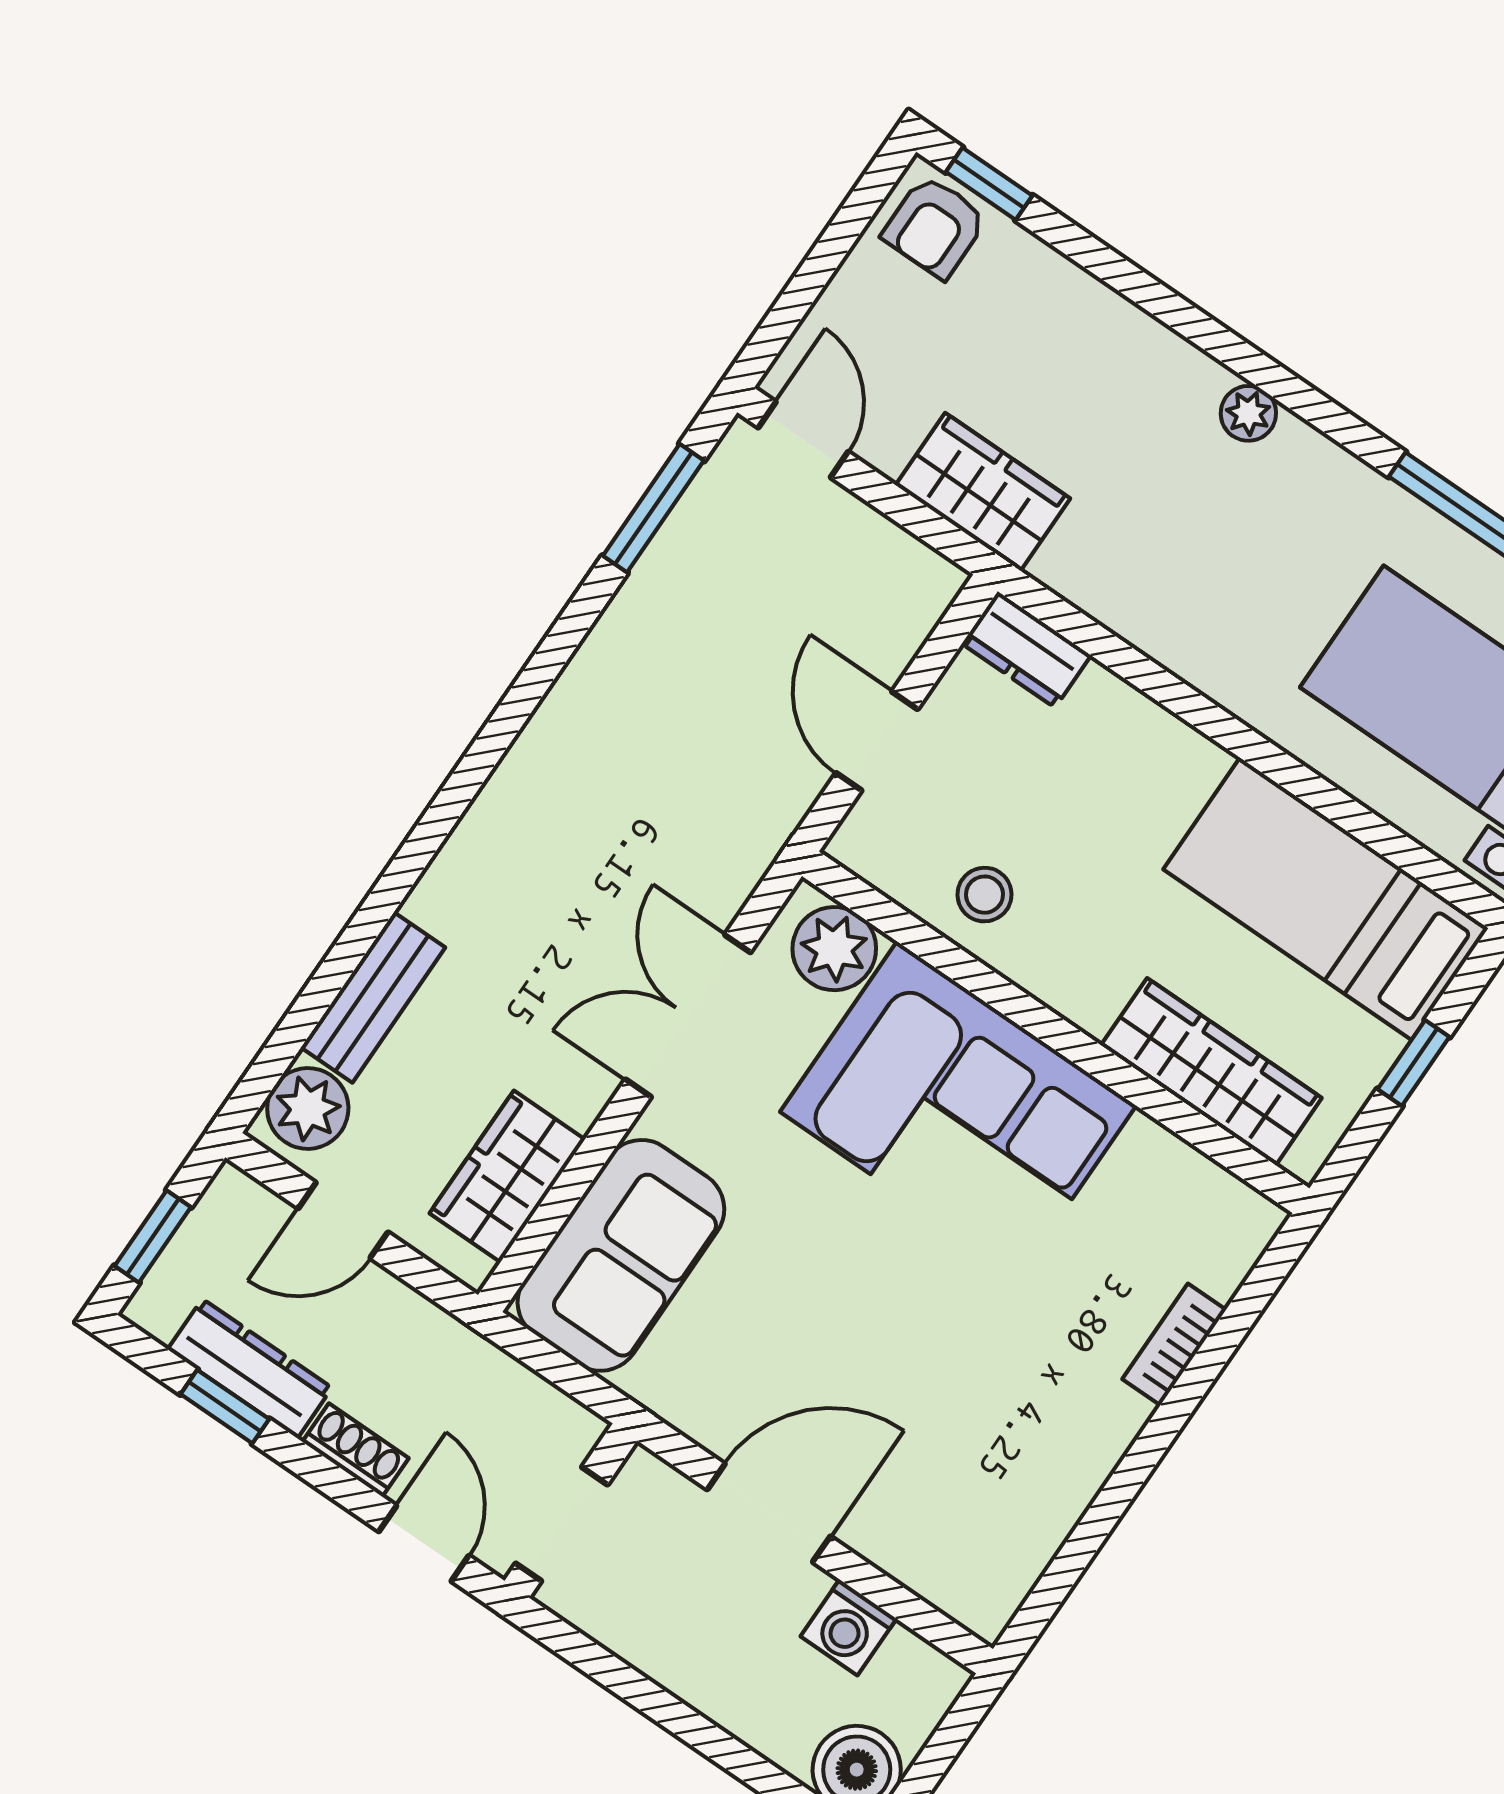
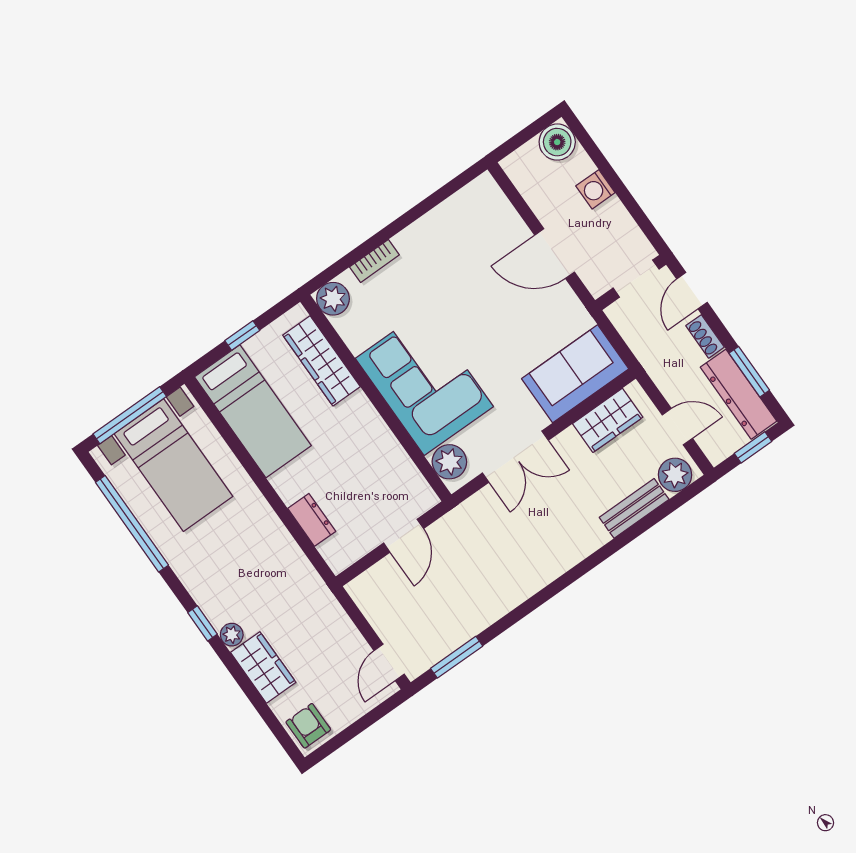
window: (989, 184) -> (203, 623), moved
armchair: (935, 227) -> (308, 726), turned -90
plant: (1248, 413) -> (232, 635), moved
wardrobe: (983, 492) -> (263, 667), moved, turned 180
dresser: (1026, 649) -> (312, 520), moved
stool: (984, 895) -> (384, 461), removed
plant: (1237, 1223) -> (333, 299), added
dresser: (250, 1369) -> (739, 394), width x1.37, depth x1.24
window: (225, 1407) -> (749, 372), width x1.50
washing machine: (848, 1628) -> (595, 189), moved, turned 180

